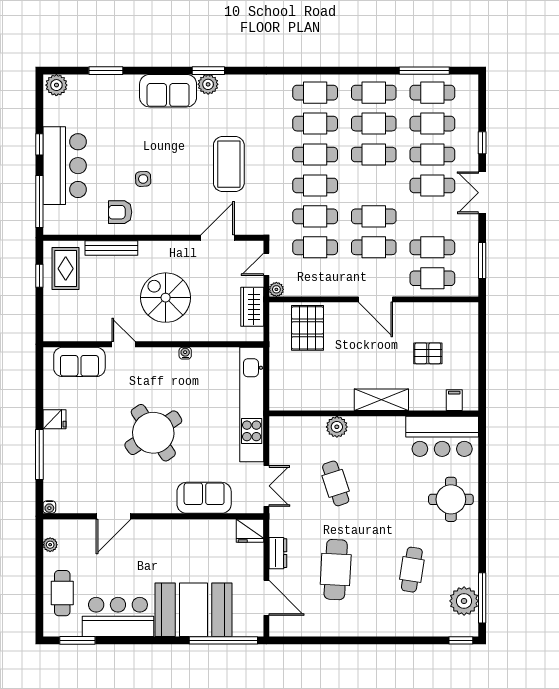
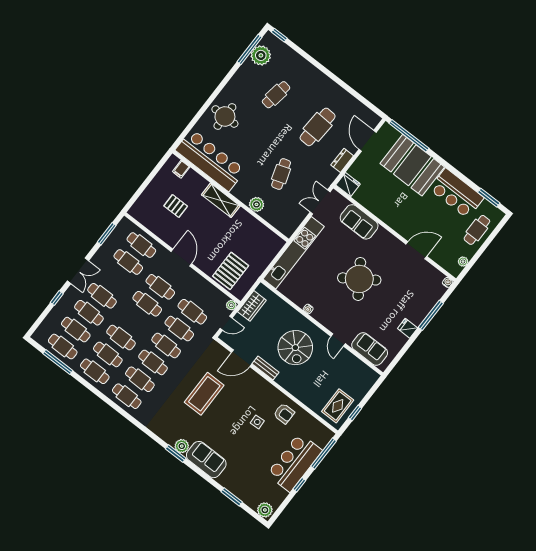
bench: (111, 248) -> (266, 368), moved, width x0.73
bar counter: (442, 436) -> (210, 160), width x1.36

